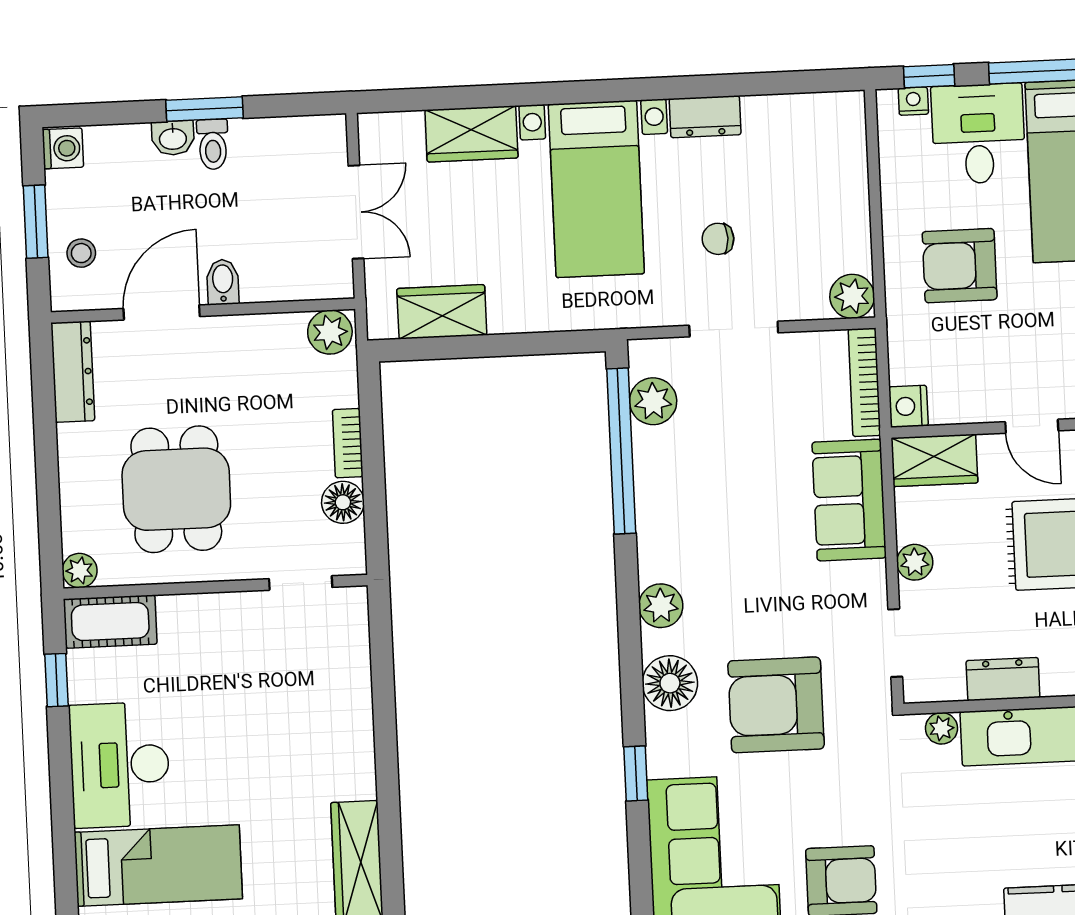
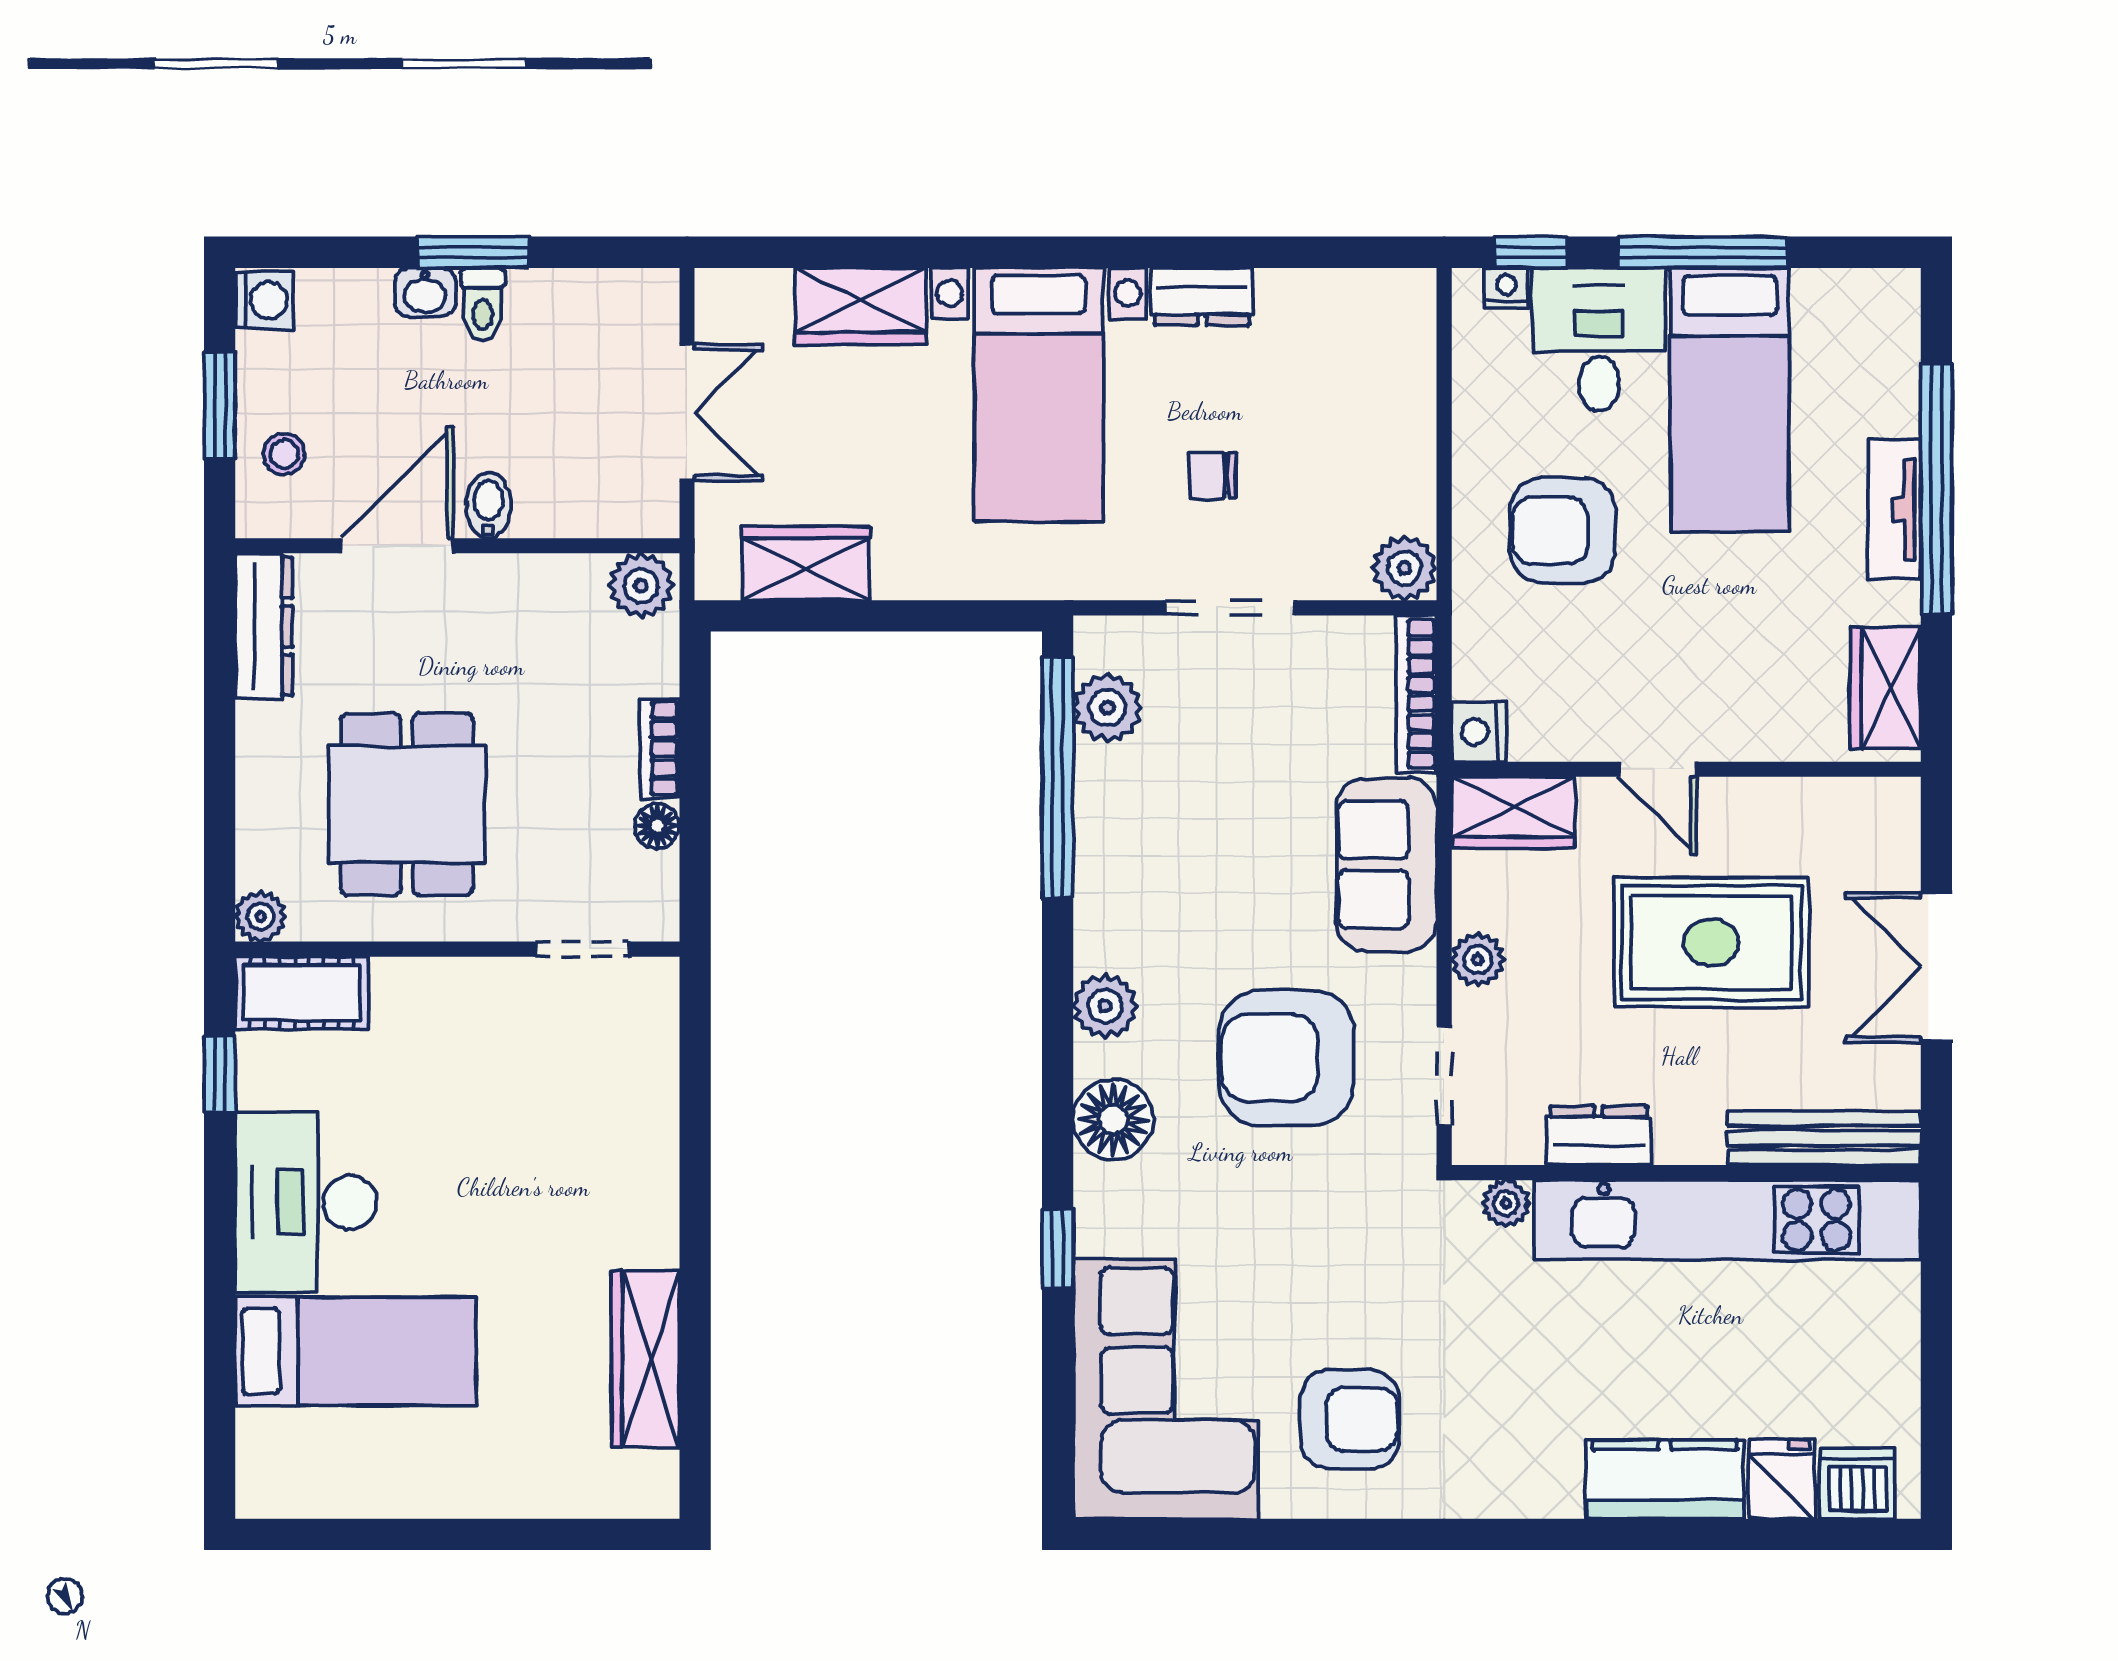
floor lamp: (343, 502) -> (657, 826), width x0.73, depth x0.73
armchair: (776, 705) -> (1286, 1058), moved

